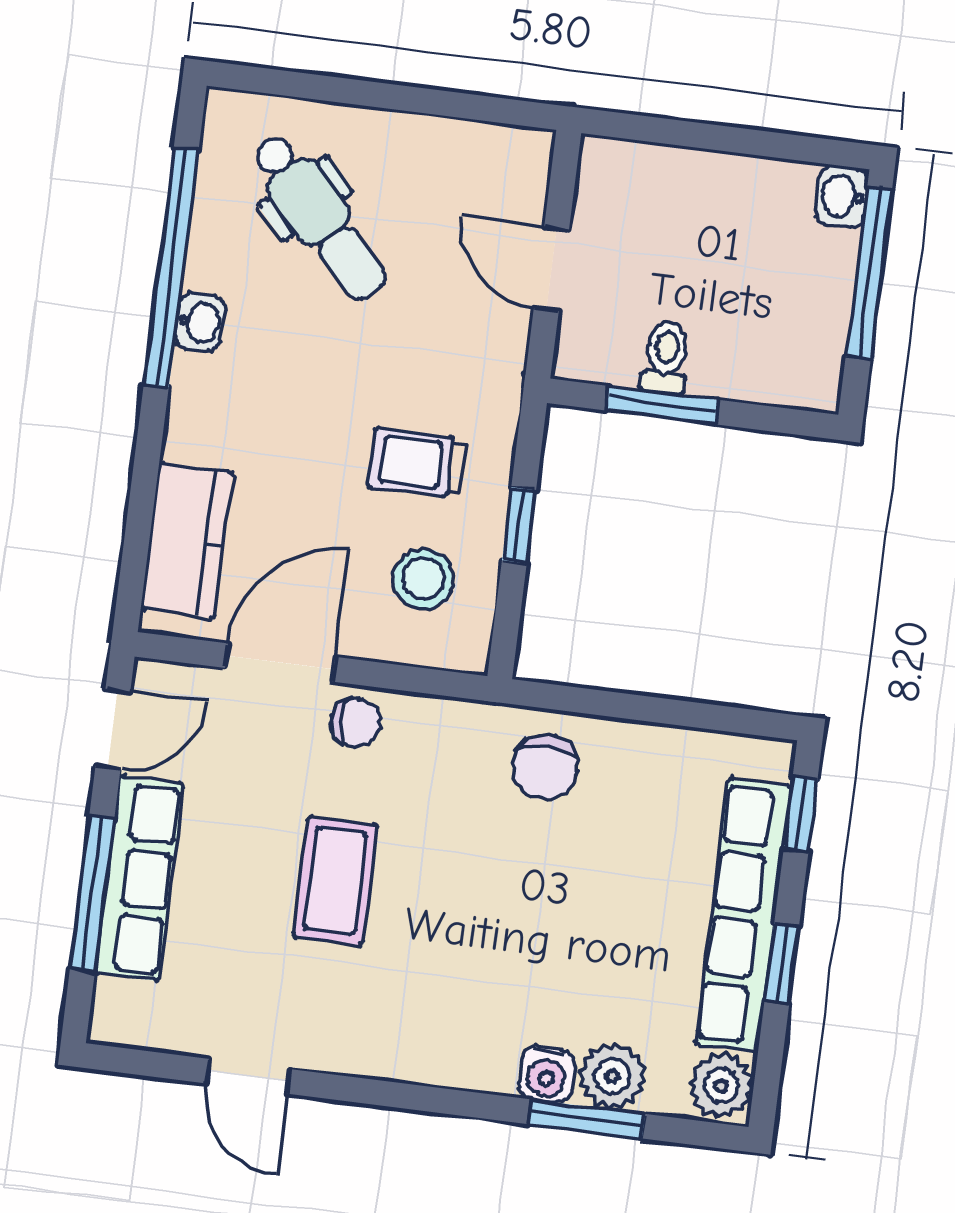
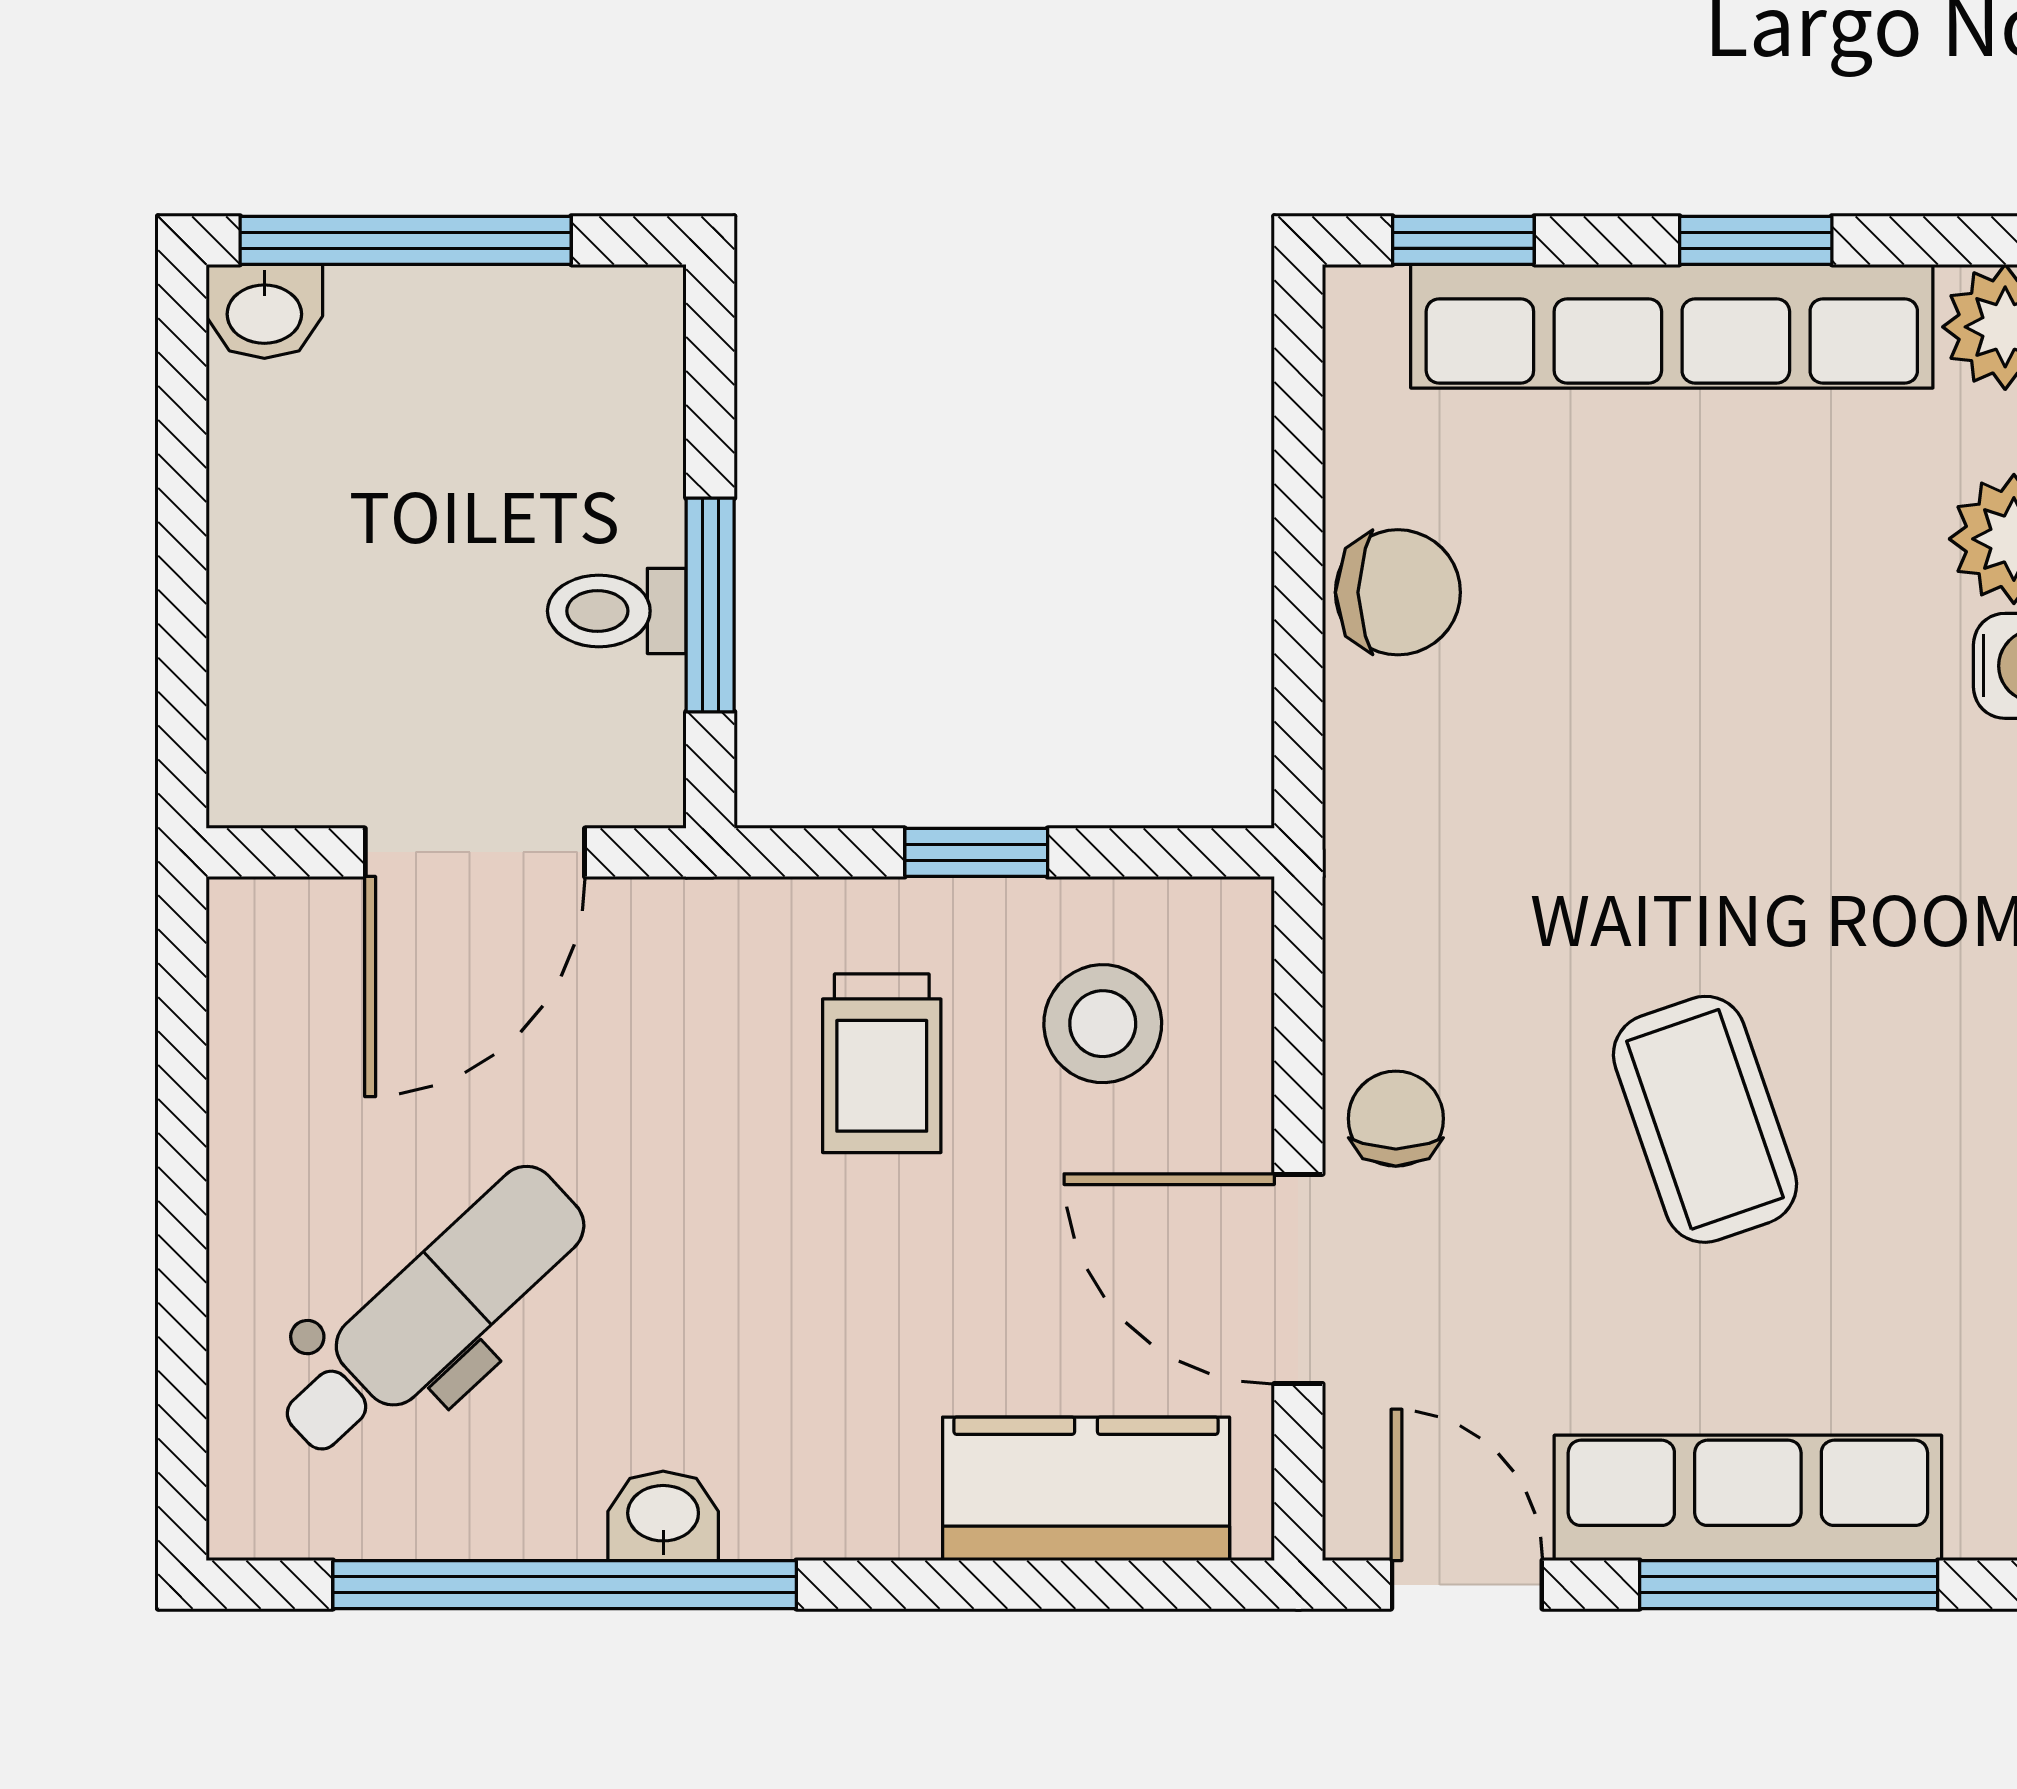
door: (551, 269) -> (475, 852), width x1.38
chair: (545, 767) -> (1398, 592), moved
coffee table: (335, 881) -> (1705, 1119), turned 71

